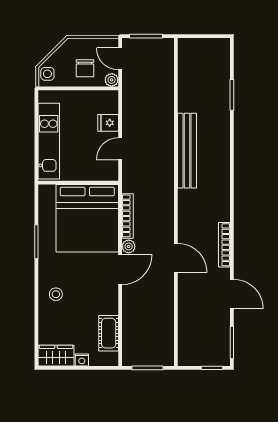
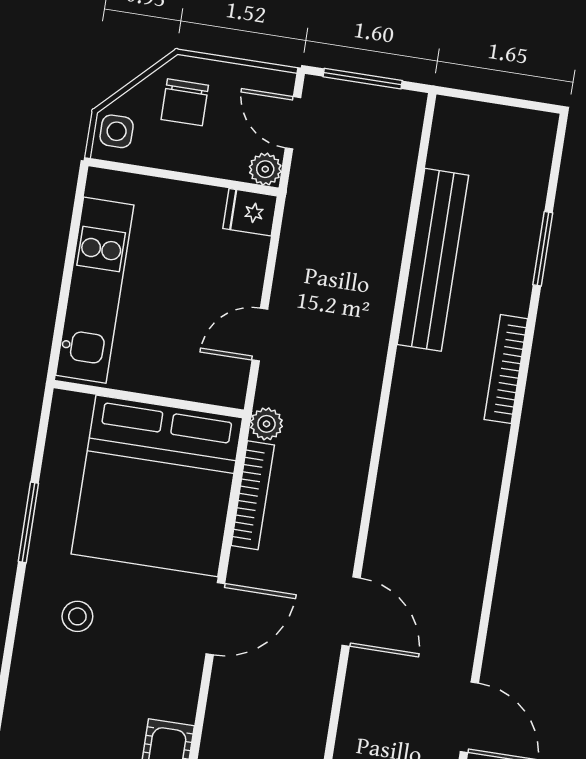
chair: (85, 68) -> (185, 102), moved
fridge: (108, 123) -> (250, 212), moved
bench: (187, 151) -> (433, 260), moved
bookcase: (224, 245) -> (506, 369), moved
plant: (129, 246) -> (266, 424), moved
stool: (56, 294) -> (77, 616), moved

